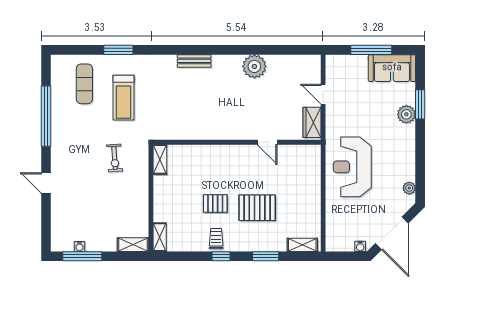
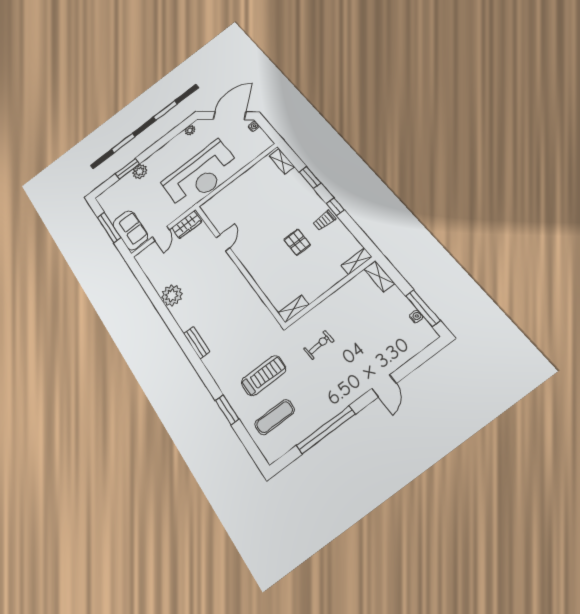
sofa: (392, 68) -> (130, 230), moved
reception desk: (352, 167) -> (200, 175), width x1.36, depth x1.30
pallet: (257, 208) -> (278, 211), removed

